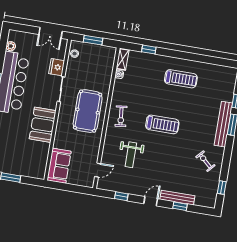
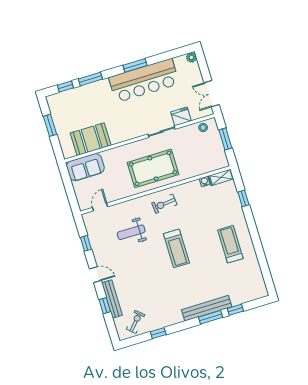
plant: (11, 46) -> (191, 57), moved
treadmill: (181, 79) -> (230, 244), turned 180
booth: (43, 125) -> (91, 139), moved
exercise bike: (205, 161) -> (136, 322), moved
door: (98, 170) -> (100, 207), swing flipped
window: (222, 187) -> (158, 333), moved

